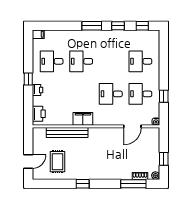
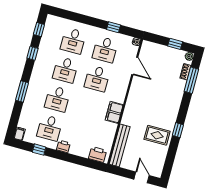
window: (92, 26) -> (22, 91), moved
desk: (111, 61) -> (65, 70), added
window: (28, 79) -> (39, 150), moved
printer: (38, 90) -> (63, 146), moved
bench: (67, 132) -> (120, 145), moved
rug: (57, 162) -> (157, 135), moved

